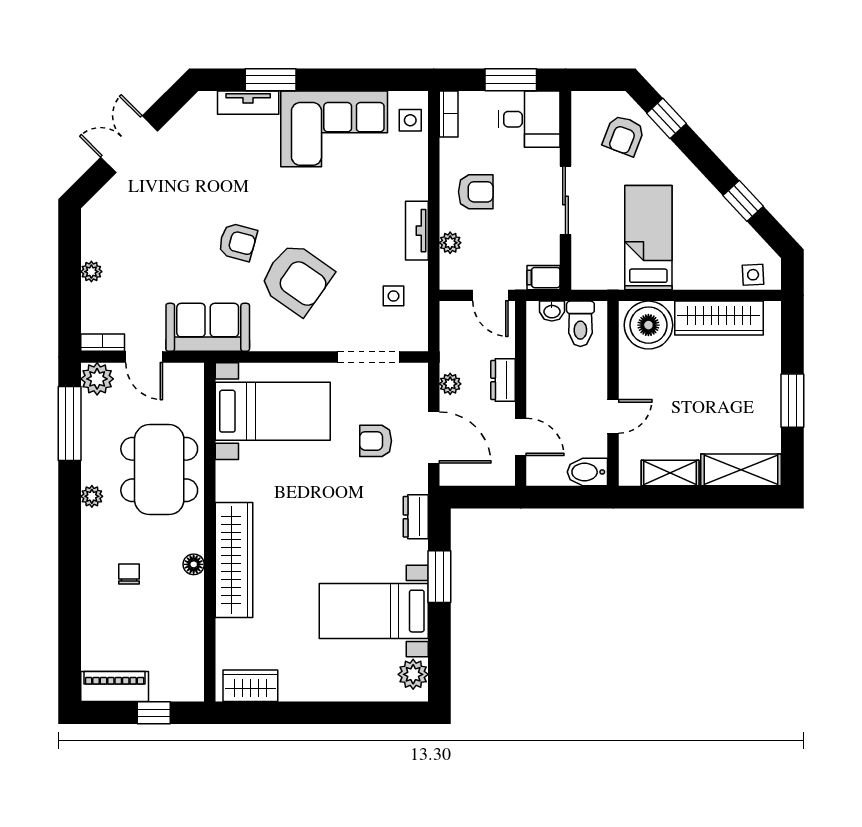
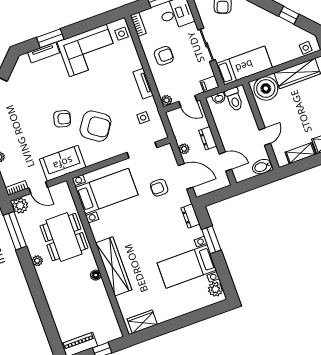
bed: (648, 238) -> (244, 66), moved, turned 90
plant: (450, 243) -> (167, 100), moved
chair: (129, 574) -> (67, 290), removed

